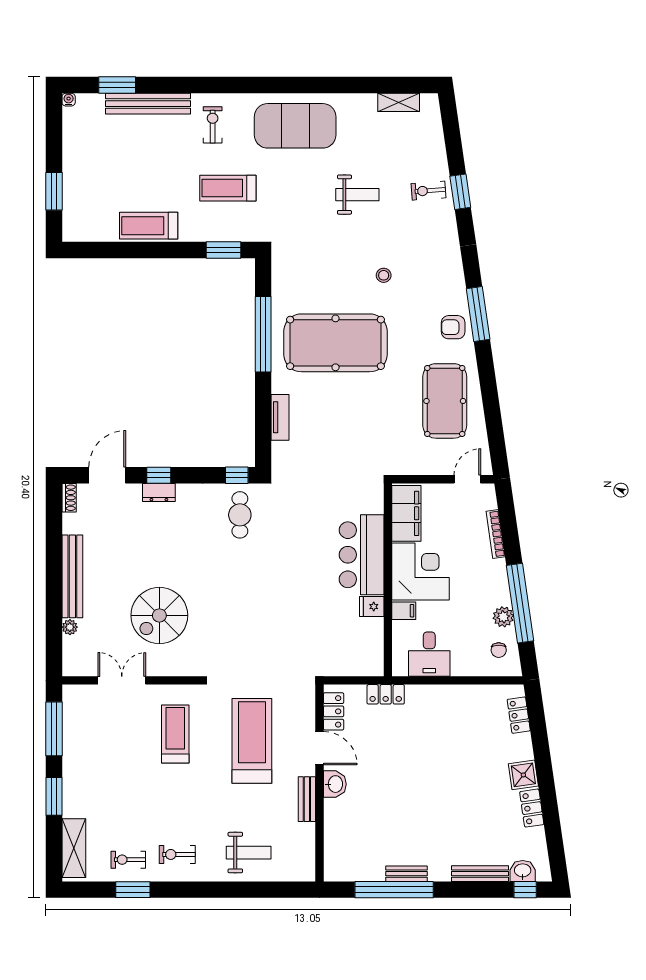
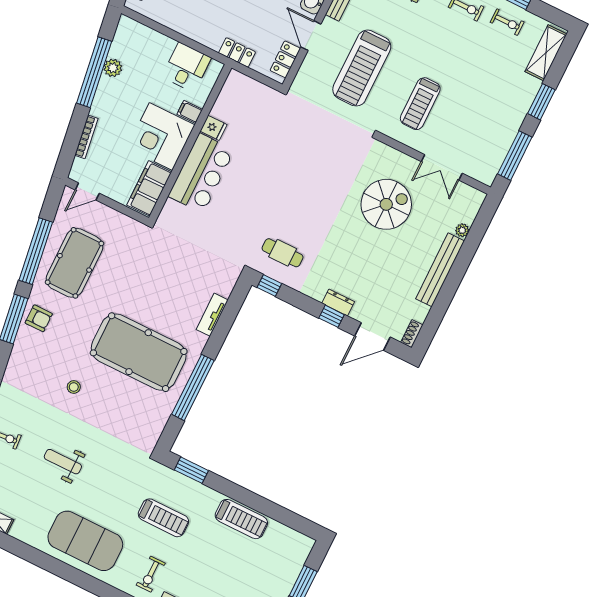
window: (490, 393) -> (36, 251), added
cafe table: (240, 515) -> (283, 253), turned 90
chair: (499, 650) -> (130, 43), removed

